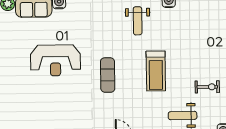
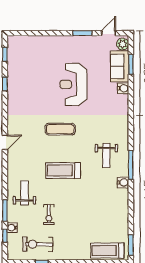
weight bench: (138, 21) -> (106, 155), turned -90

